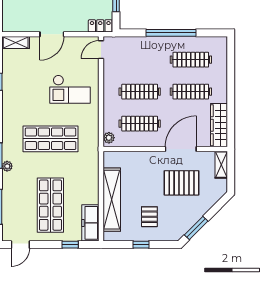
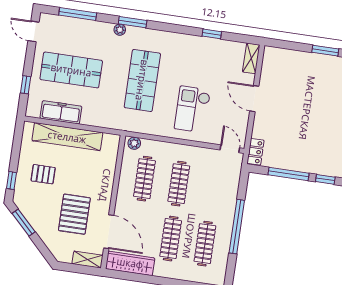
door: (181, 149) -> (109, 232), moved
freezer: (90, 223) -> (61, 112), moved
window: (141, 245) -> (11, 181), moved

